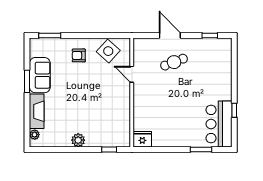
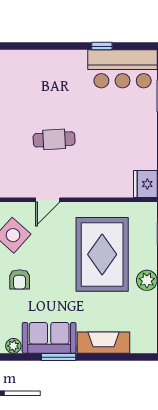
cafe table: (174, 62) -> (54, 139), moved, turned -72
rug: (95, 110) -> (102, 254), added
plant: (35, 135) -> (13, 346), moved

